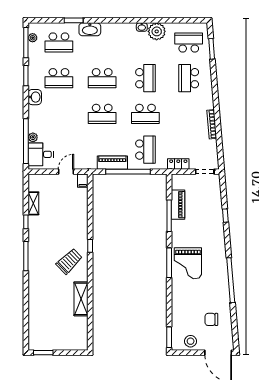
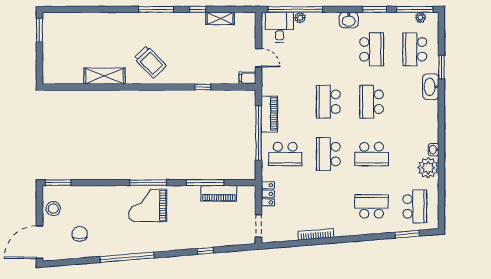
school desk: (59, 78) -> (372, 49), turned 180
window: (90, 246) -> (203, 87), moved

